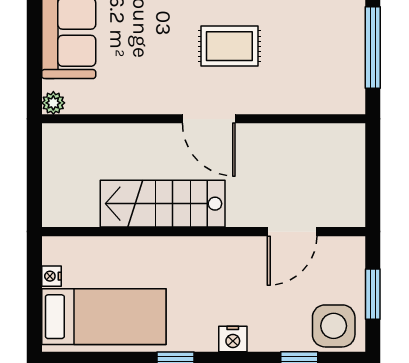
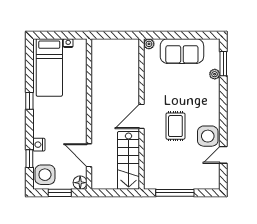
stairs: (163, 204) -> (129, 160), moved, turned 180
floor lamp: (351, 251) -> (80, 183), added
nightstand: (233, 339) -> (39, 145), moved

